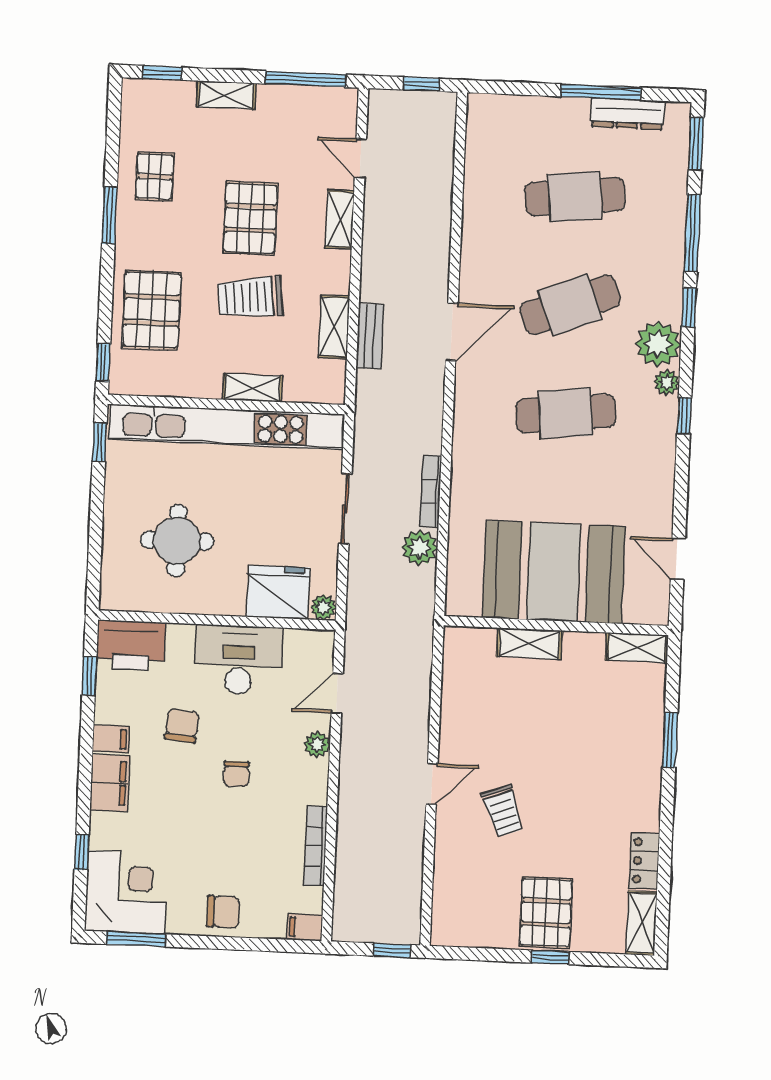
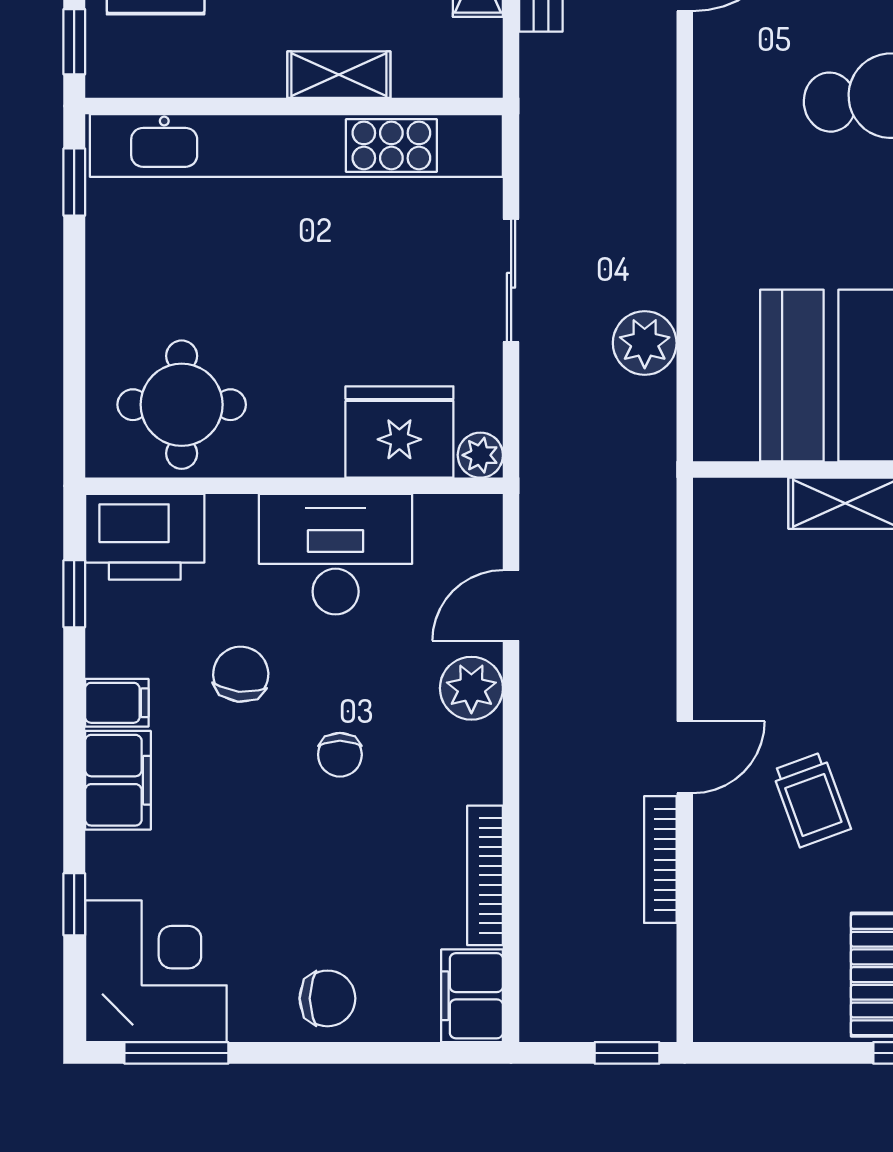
bookcase: (431, 491) -> (660, 860), moved
round table: (177, 541) -> (182, 405), moved
plant: (317, 744) -> (471, 688), width x1.38, depth x1.38
filing cabinet: (305, 927) -> (472, 996), width x2.00

